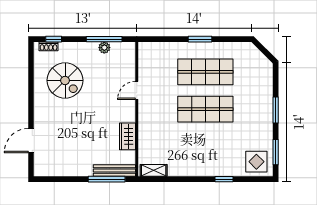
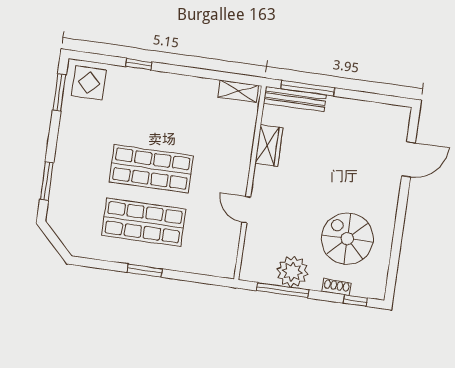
shoe rack: (49, 46) -> (337, 287), moved
plant: (104, 48) -> (292, 272), width x1.88, depth x1.88
door: (137, 90) -> (246, 210), swing flipped
window: (276, 110) -> (47, 181), moved

